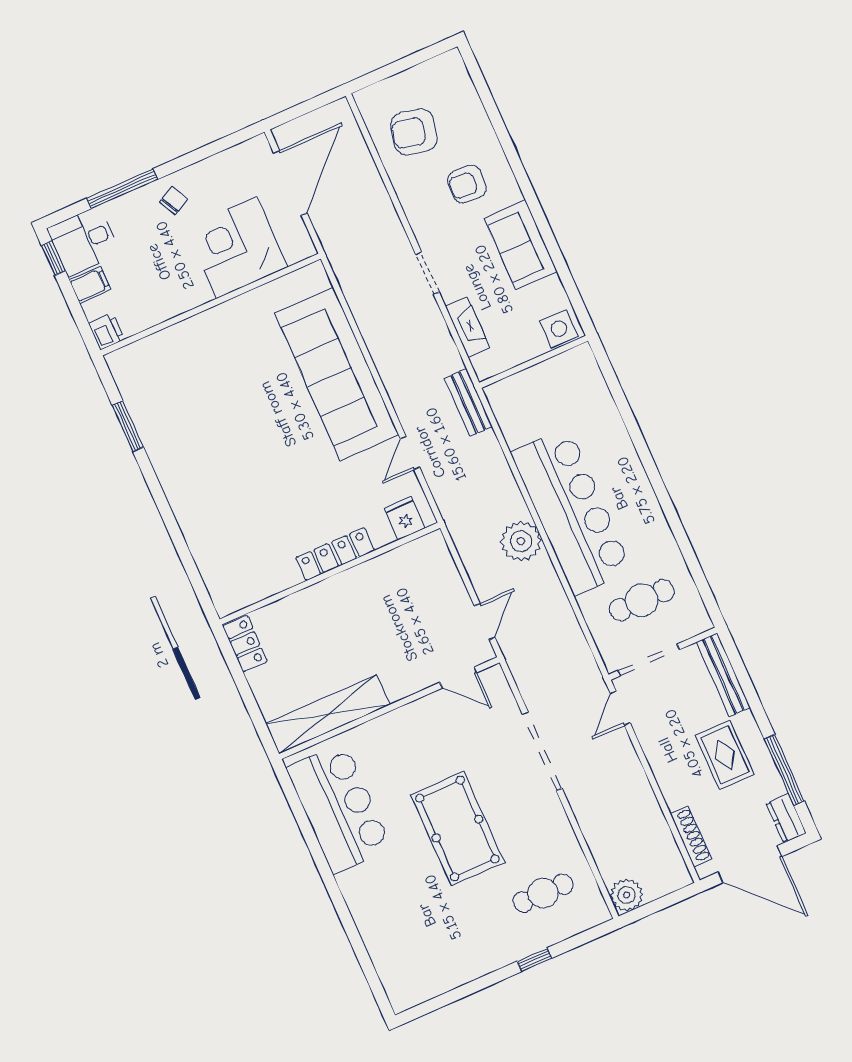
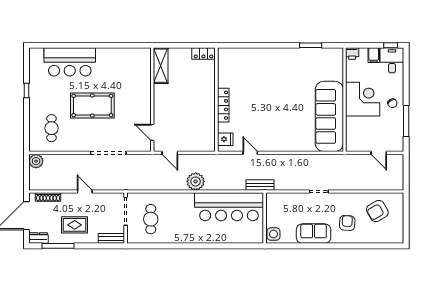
armchair: (414, 132) -> (377, 211), turned -132
door: (290, 183) -> (379, 153), width x0.53
window: (122, 189) -> (406, 121), moved
corner desk: (237, 247) -> (363, 99), moved
fireplace: (467, 327) -> (290, 198), removed
sofa: (337, 374) -> (329, 116), moved, turned -90
bar counter: (571, 511) -> (229, 207), moved
bench: (723, 675) -> (111, 238), width x0.73
door: (458, 678) -> (152, 132), hinge flipped
door: (620, 708) -> (85, 192), moved
shelving: (328, 714) -> (161, 66), width x0.68
bar counter: (339, 808) -> (70, 62), moved
window: (534, 960) -> (27, 91), moved

